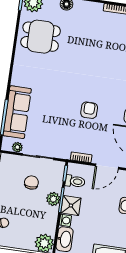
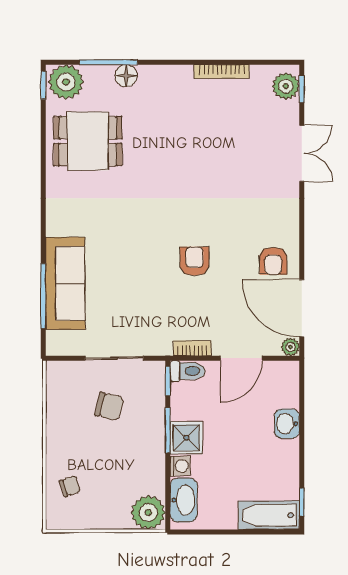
plant: (17, 147) -> (75, 346), removed
toilet: (75, 181) -> (188, 371), moved
chair: (31, 182) -> (109, 406), turned 104
plant: (53, 199) -> (153, 430), removed

